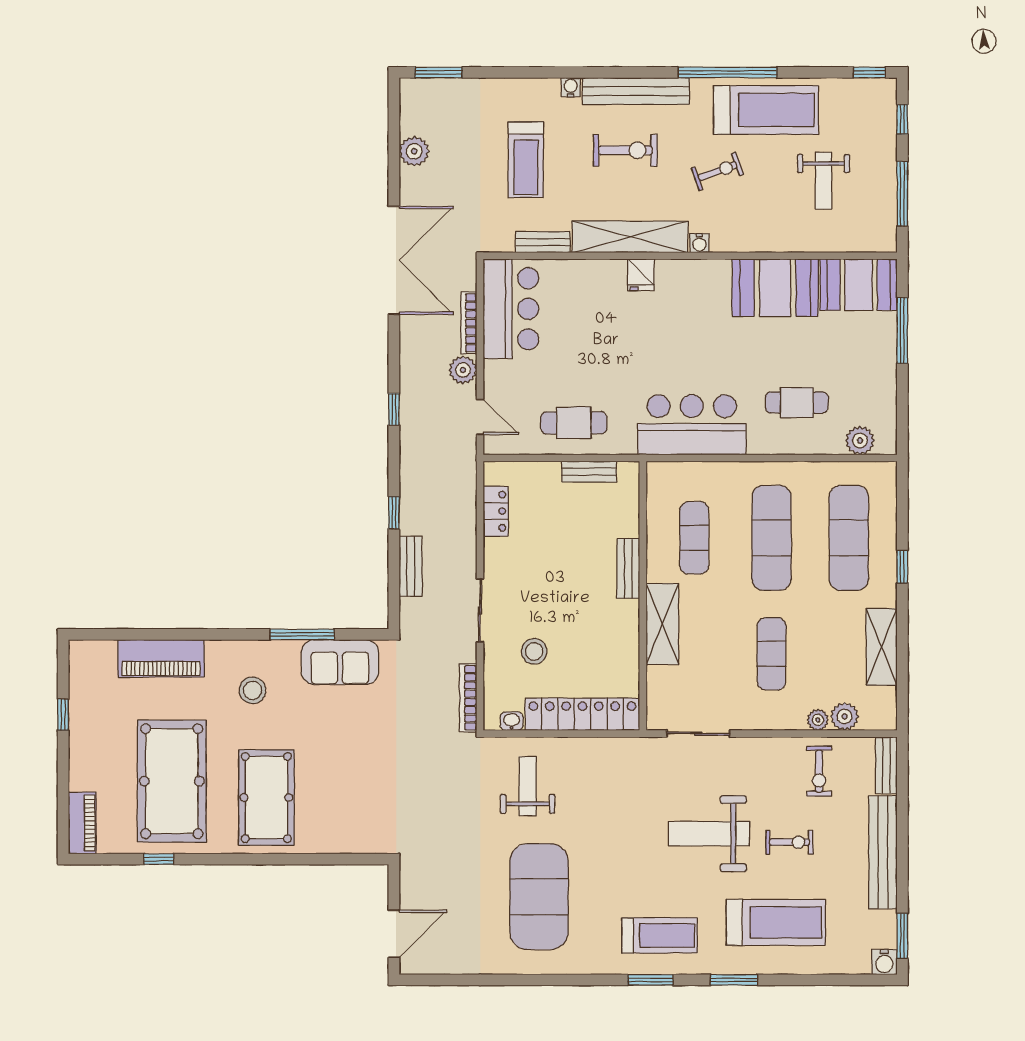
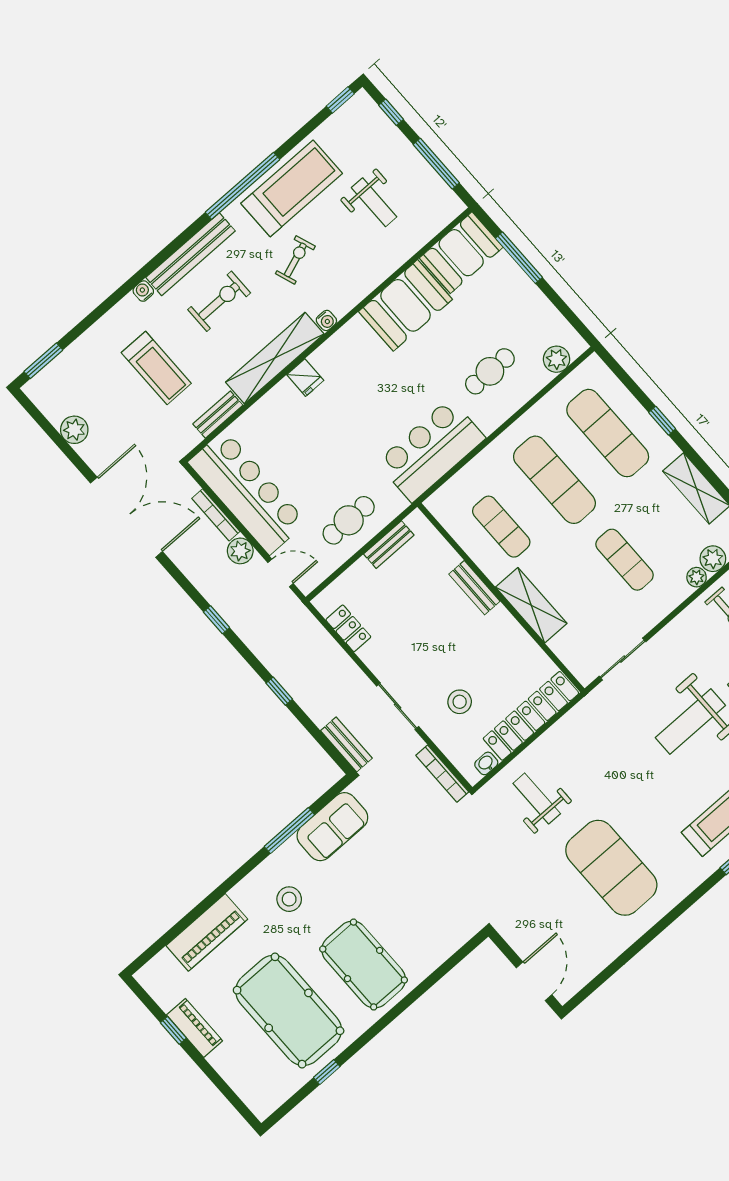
bar counter: (511, 309) -> (247, 492), width x1.36
bench: (411, 566) -> (346, 744), moved
piano: (82, 823) -> (194, 1028), moved

